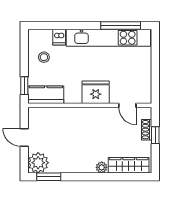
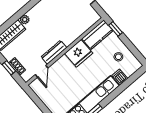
fridge: (96, 92) -> (79, 53), moved
door: (127, 105) -> (42, 71), swing flipped
dresser: (101, 113) -> (54, 52), added

